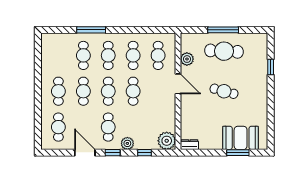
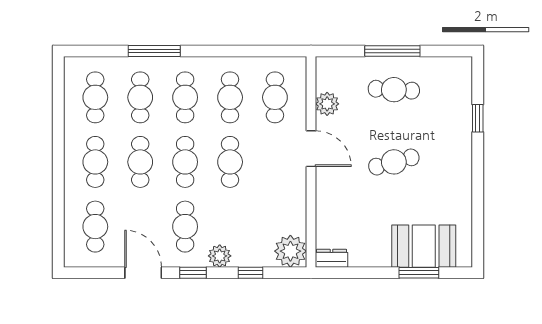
cafe table: (224, 51) -> (394, 90), width x0.73, depth x0.74
cafe table: (58, 55) -> (95, 97), added
cafe table: (224, 91) -> (394, 162), turned -30

